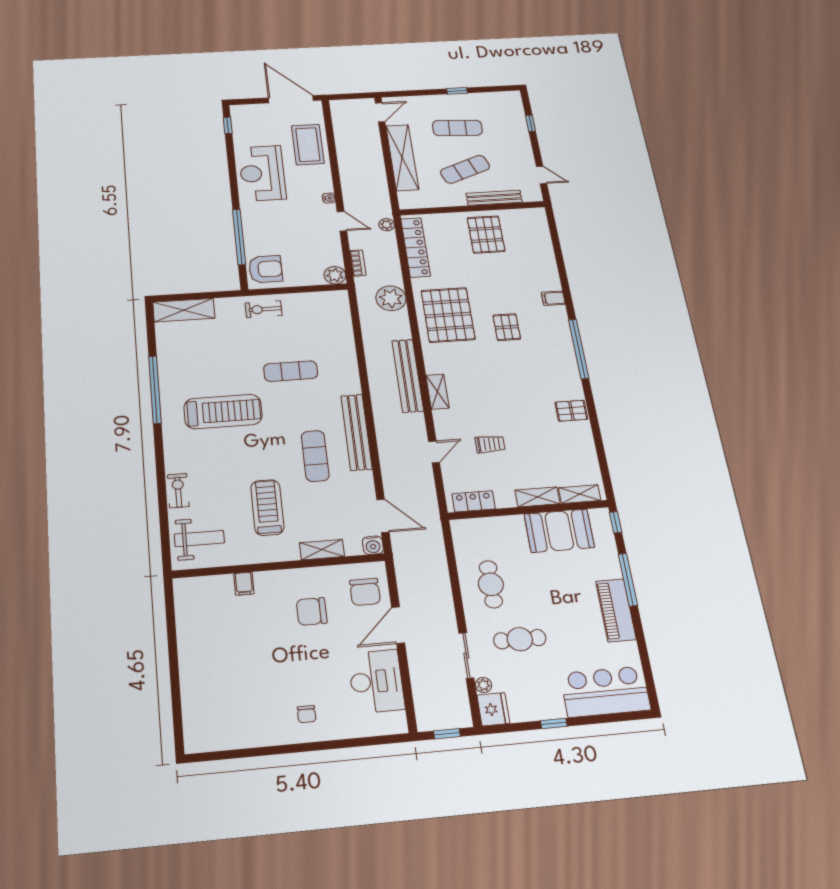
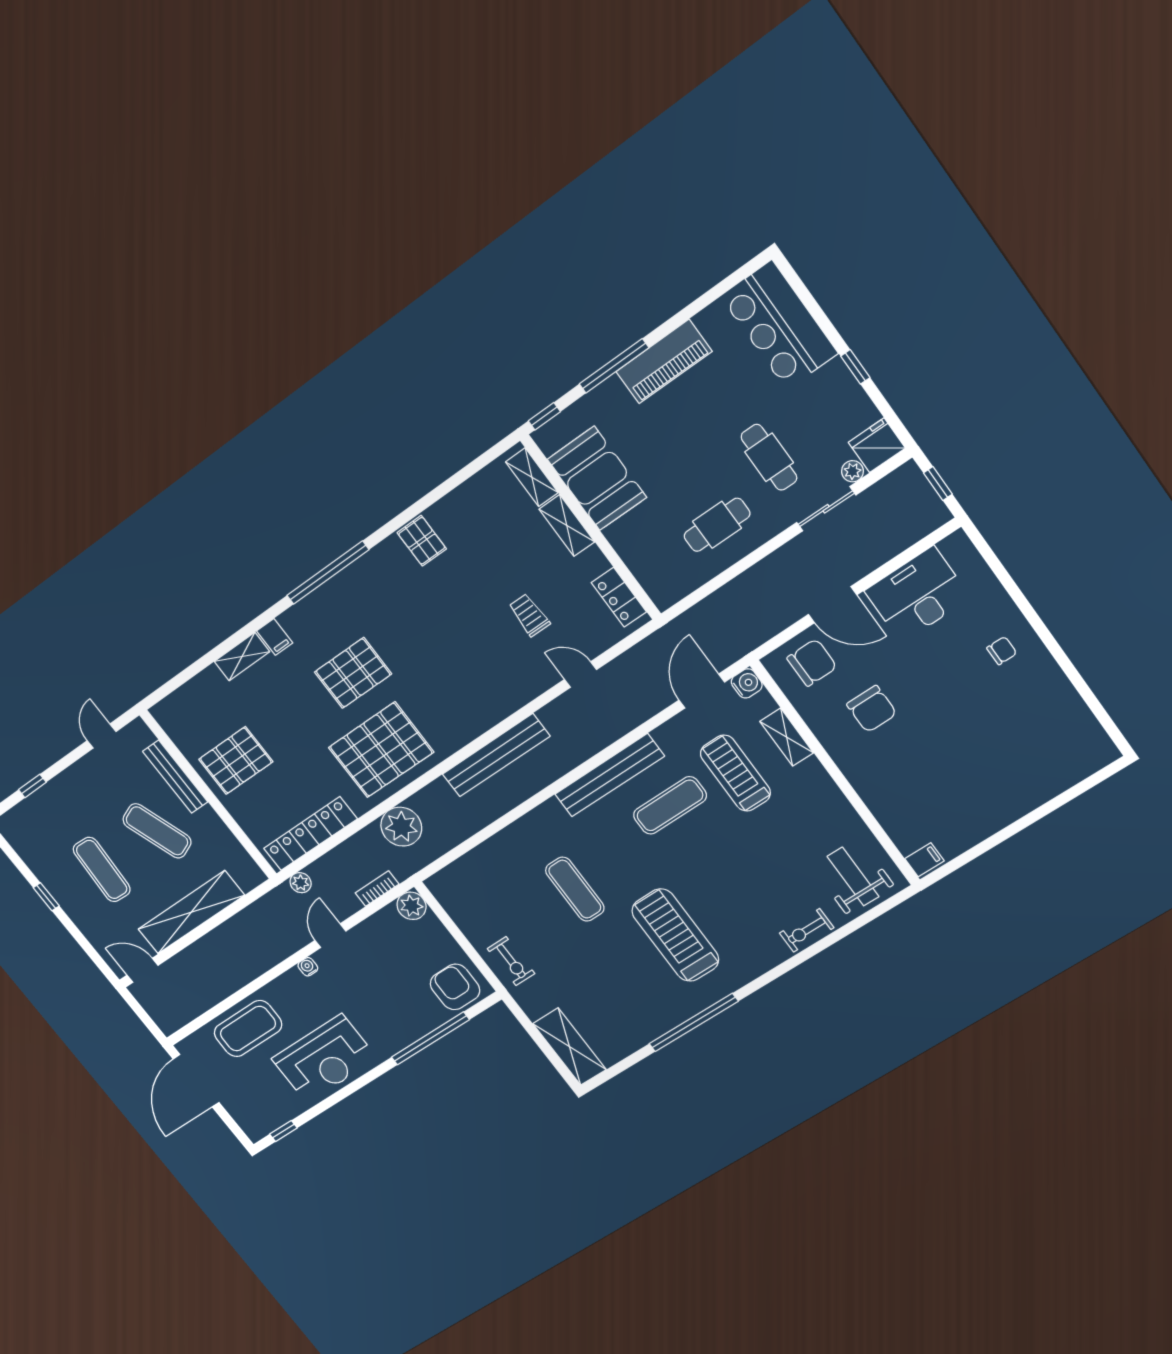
pallet: (507, 327) -> (353, 673), width x1.50, depth x1.42
shelving: (437, 392) -> (242, 657), moved
treadmill: (267, 507) -> (735, 773), moved, turned 90
filing cabinet: (244, 584) -> (924, 860), moved

